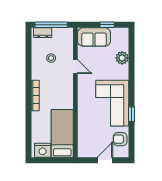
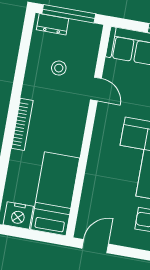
door: (105, 160) -> (95, 246), moved

